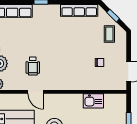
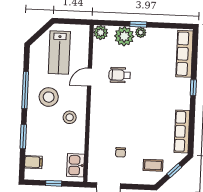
kitchen sink: (93, 101) -> (76, 165), moved
stool: (71, 108) -> (70, 117), added

